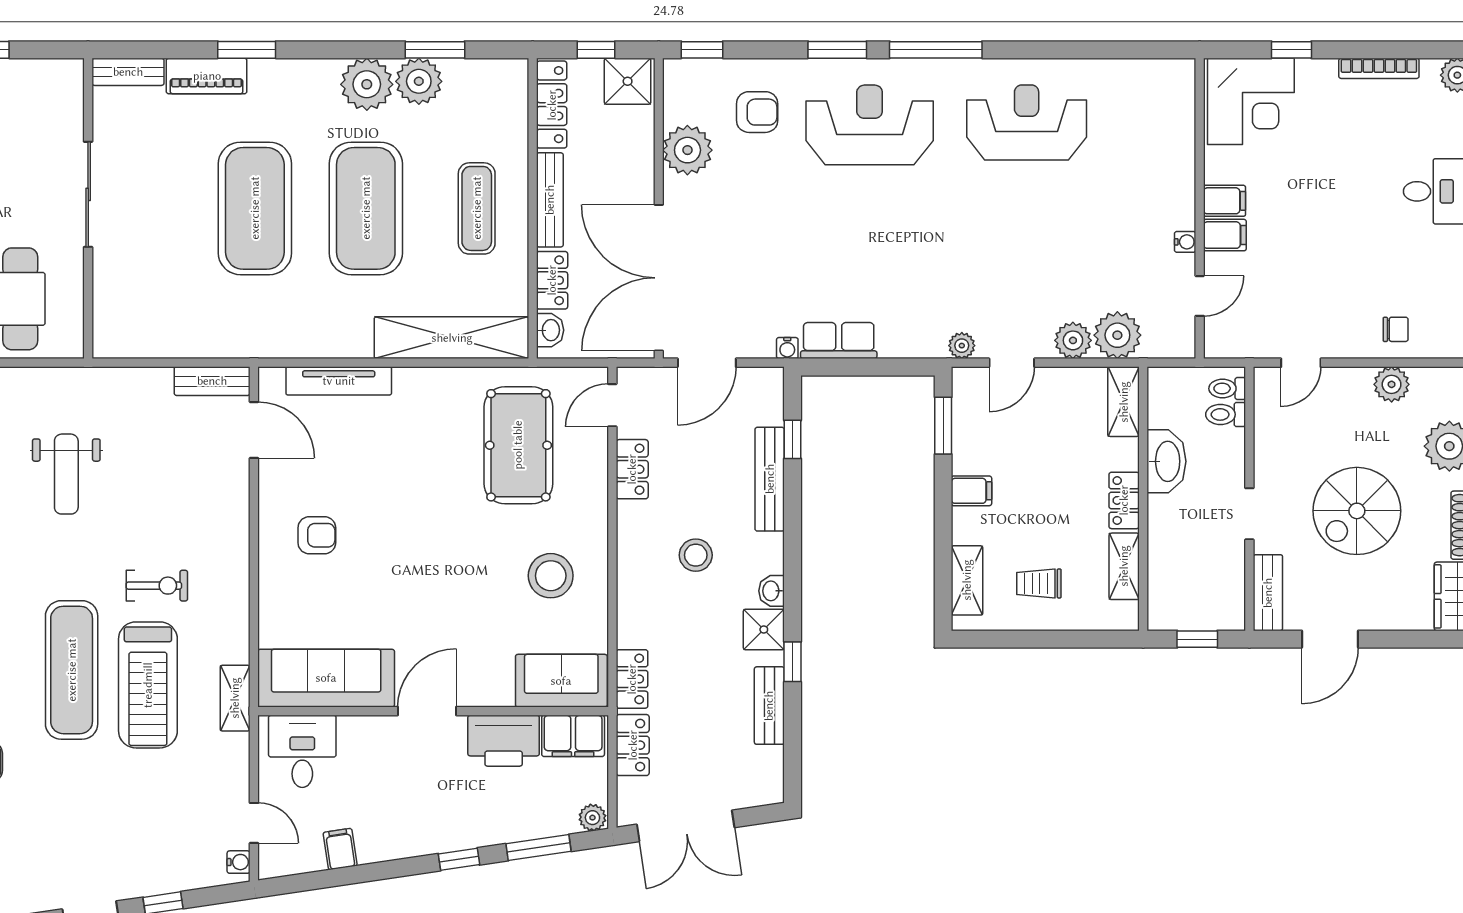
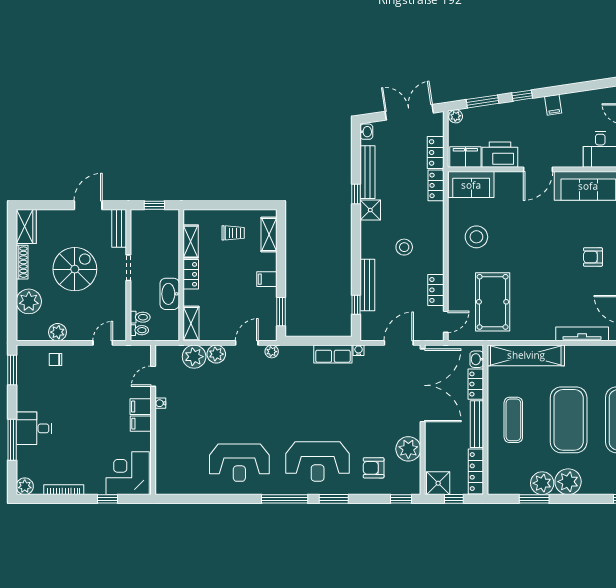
washbasin: (772, 591) -> (366, 132), moved
bench: (769, 706) -> (368, 172), width x1.36
filing cabinet: (340, 849) -> (553, 105), moved

